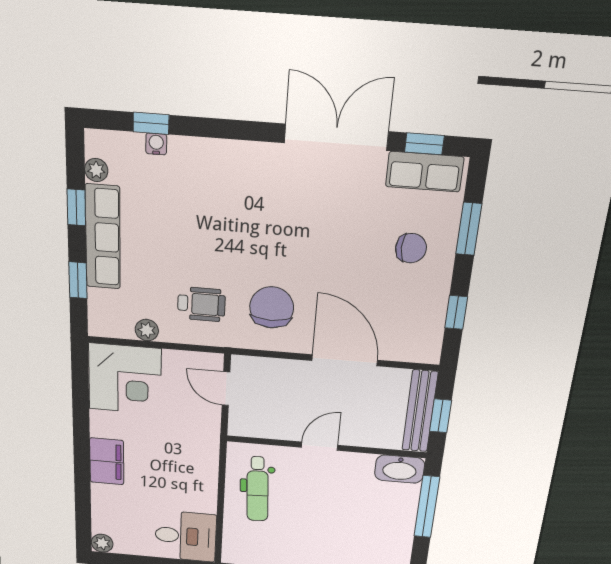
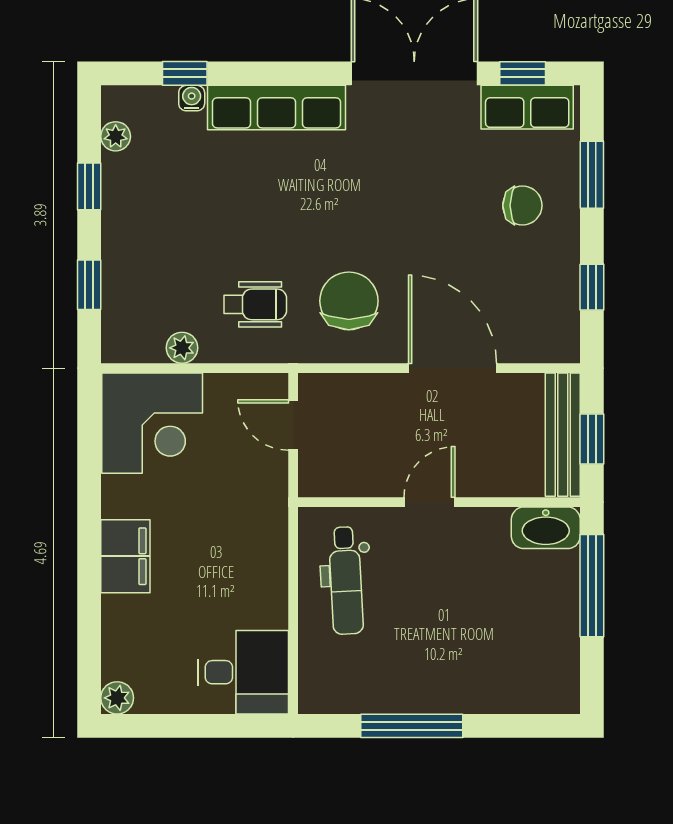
row of seats: (103, 237) -> (277, 108), moved, turned 90

